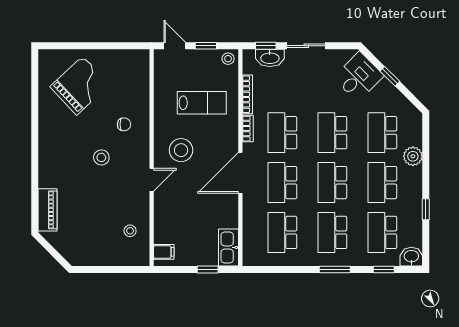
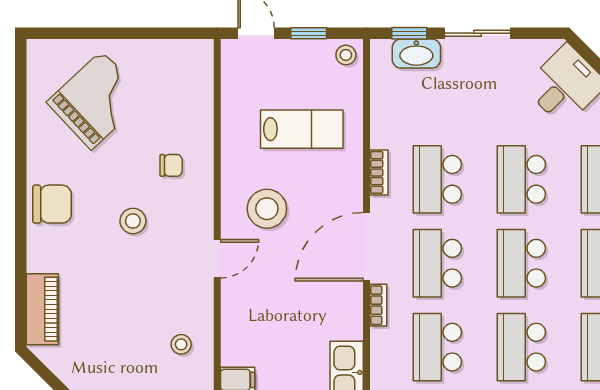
bookcase: (247, 94) -> (378, 305), moved, width x0.64
chair: (53, 147) -> (52, 204), added

